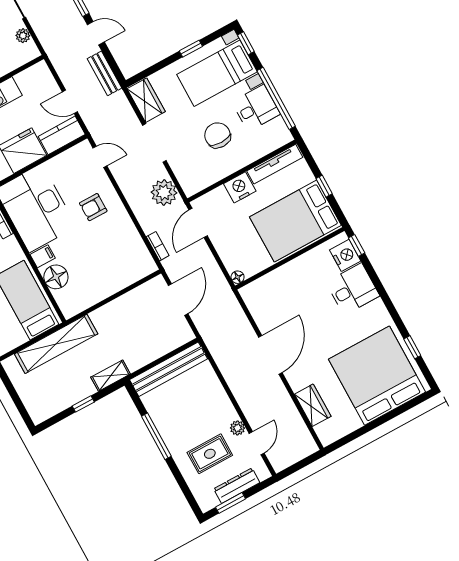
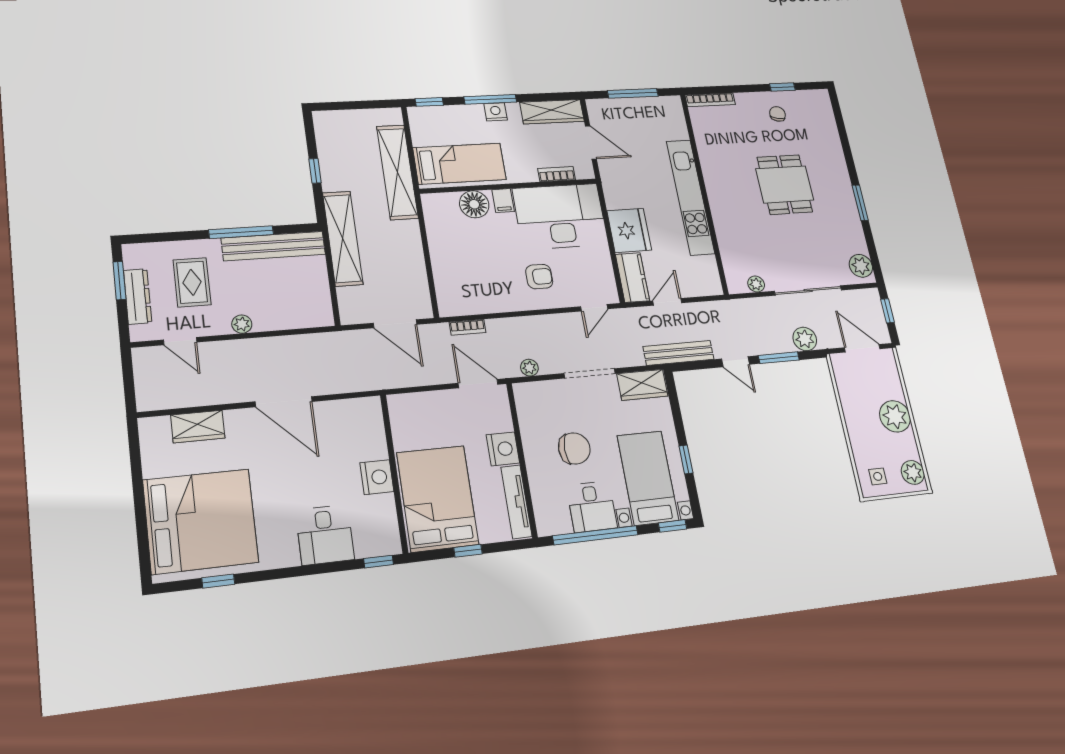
door: (96, 33) -> (736, 362), hinge flipped
bench: (104, 73) -> (679, 353), width x1.36
plant: (164, 192) -> (529, 368), width x0.53, depth x0.53
armchair: (93, 207) -> (539, 277), turned 90
nightstand: (345, 255) -> (377, 477), moved, turned -90
floor lamp: (238, 277) -> (395, 402), removed
bench: (169, 369) -> (273, 246), moved, turned 90
shelving: (111, 376) -> (343, 238), width x2.20, depth x1.33
plant: (237, 428) -> (242, 324), moved

